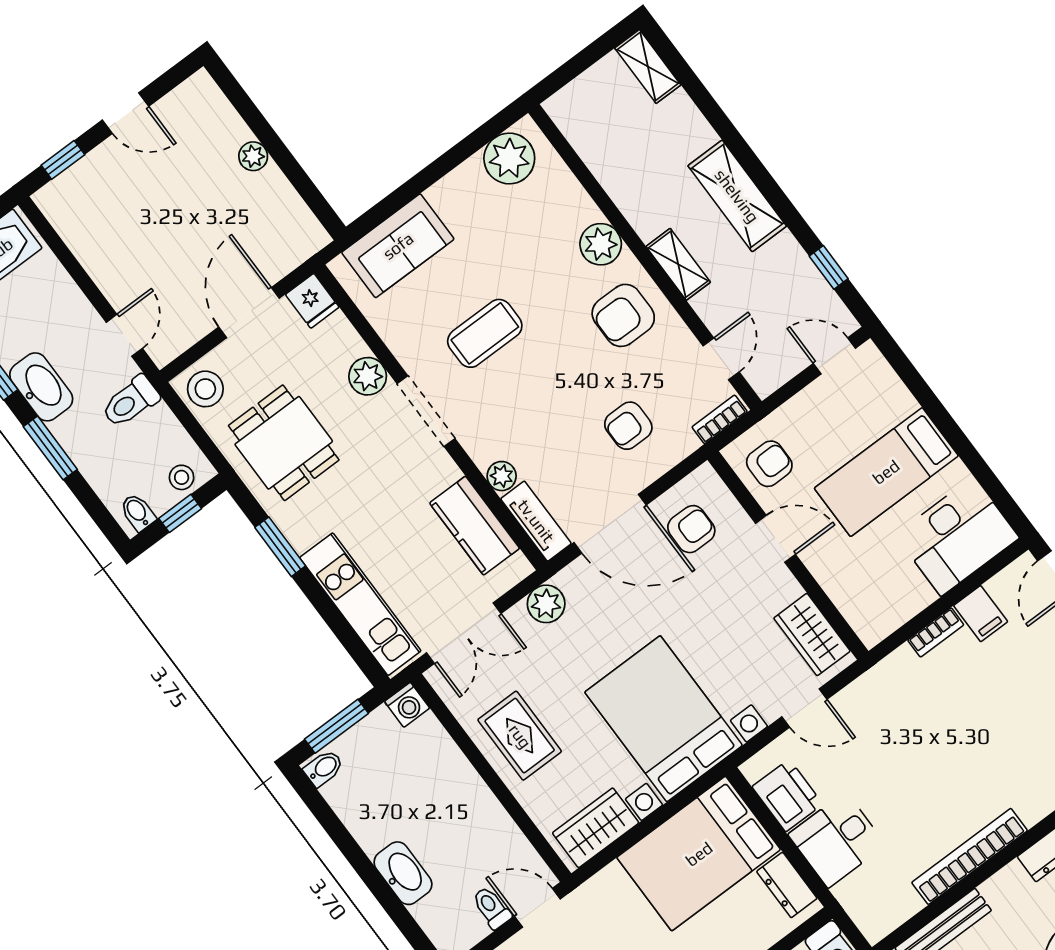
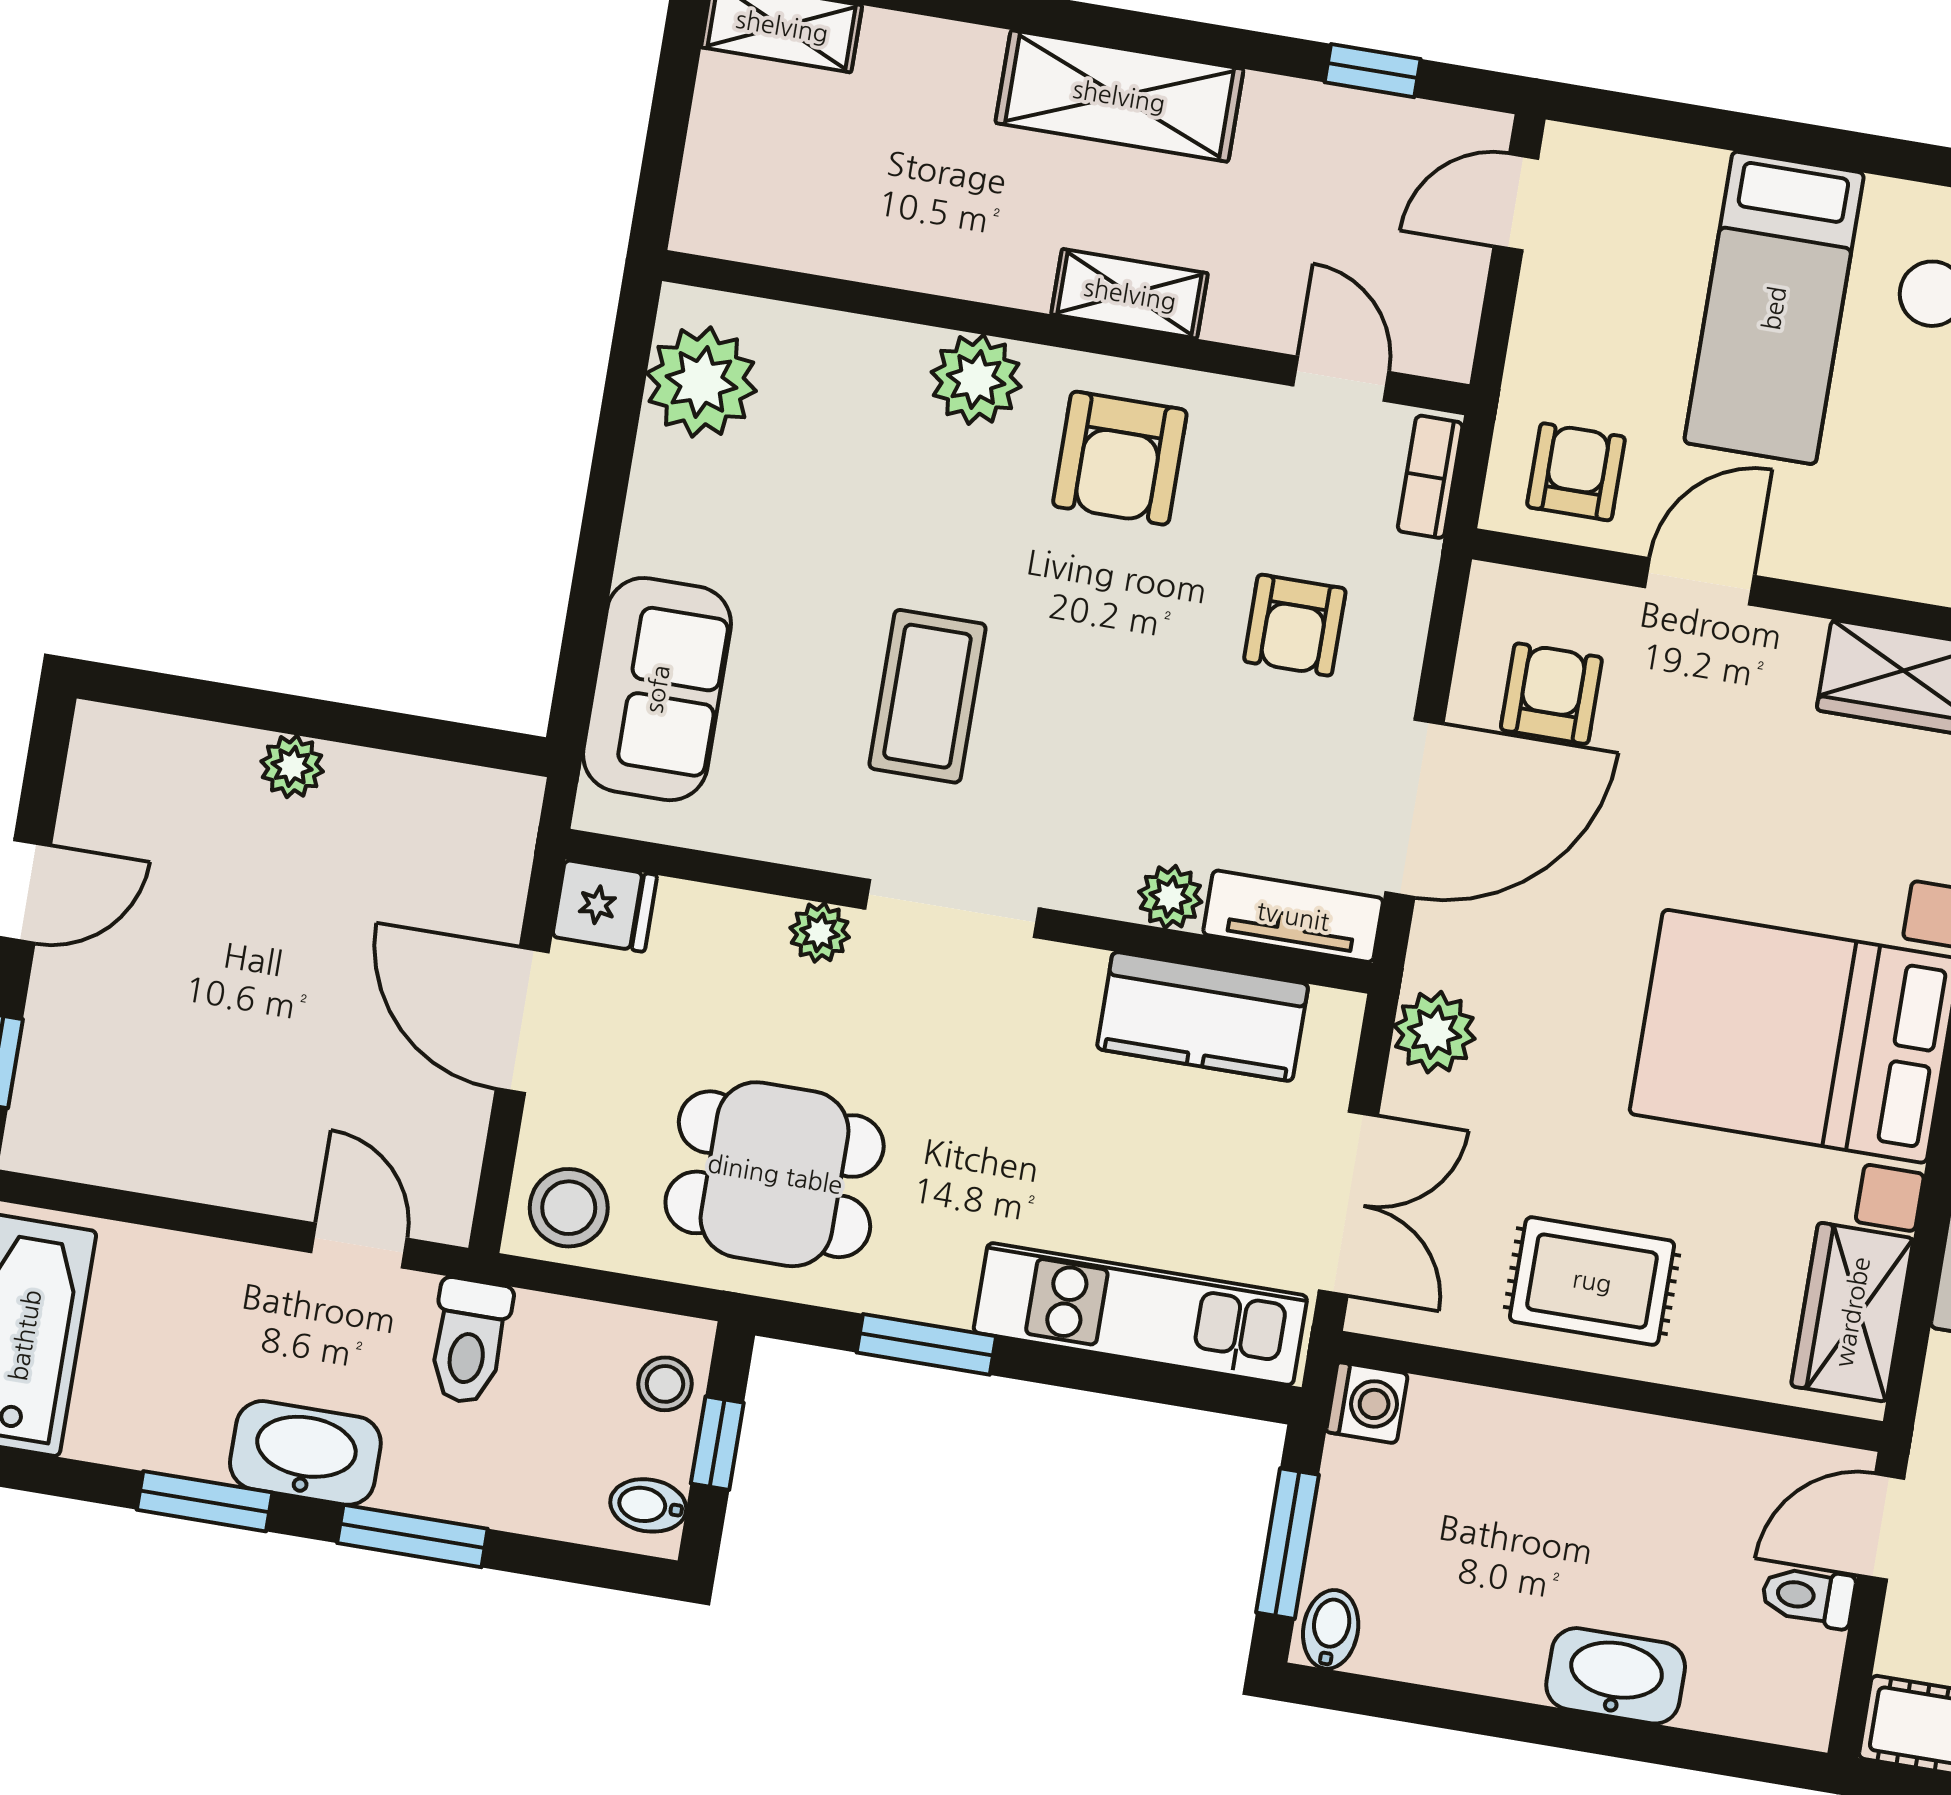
plant: (368, 376) -> (820, 932), width x0.73, depth x0.73

